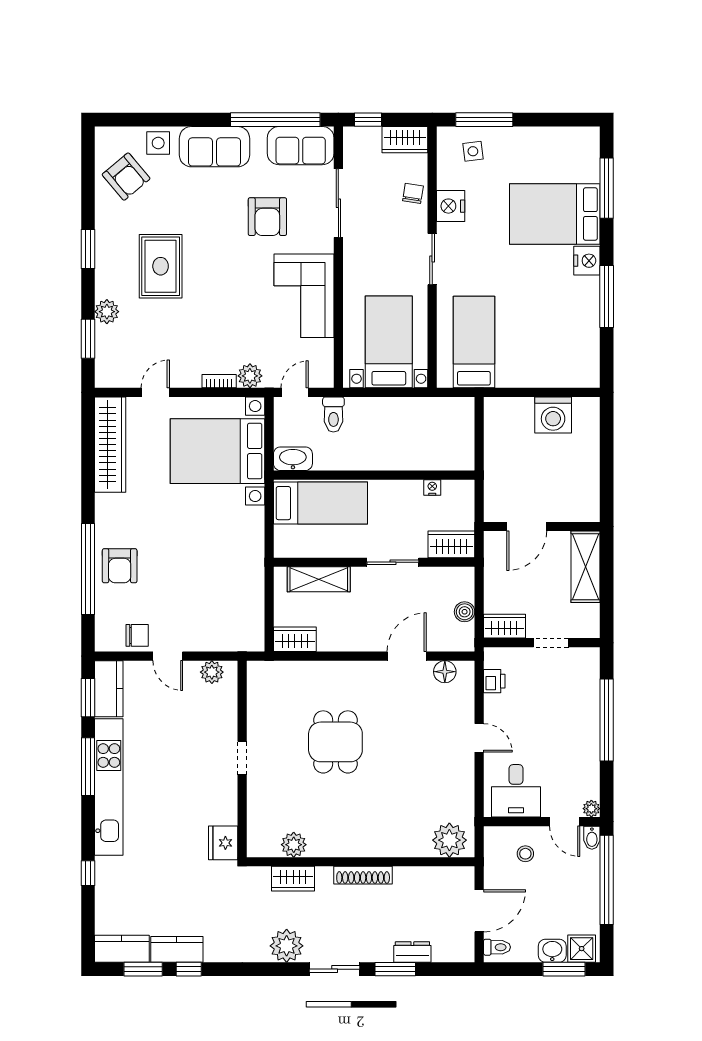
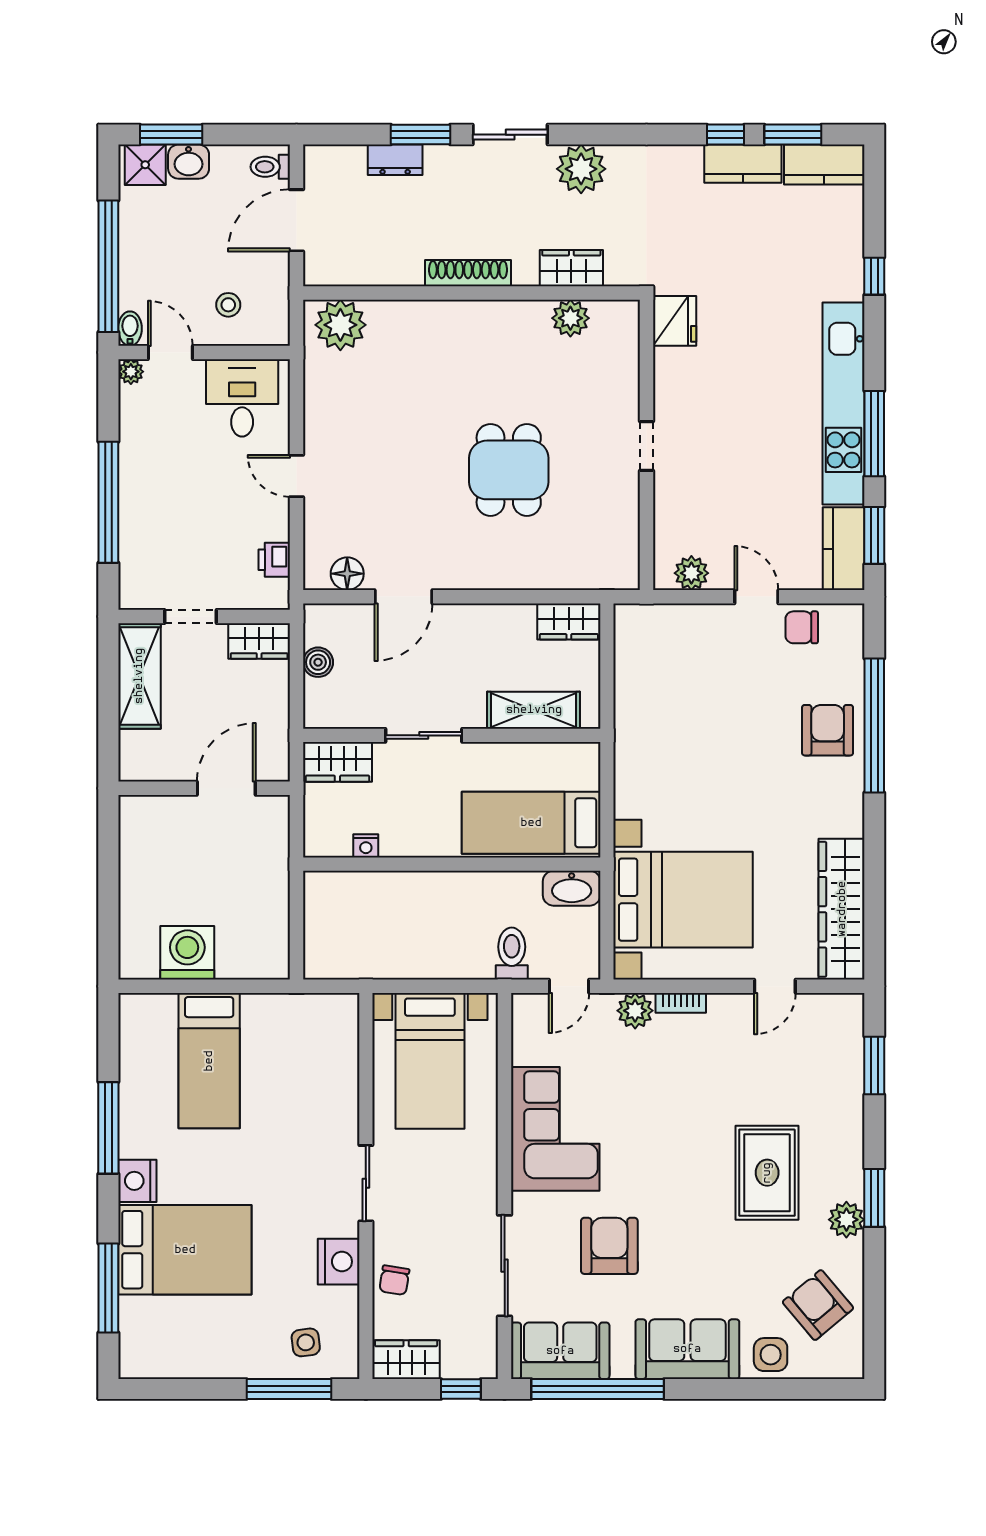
plant: (107, 312) -> (846, 1220), moved
bed: (474, 342) -> (209, 1061), moved
shelving: (586, 567) -> (139, 676), moved

